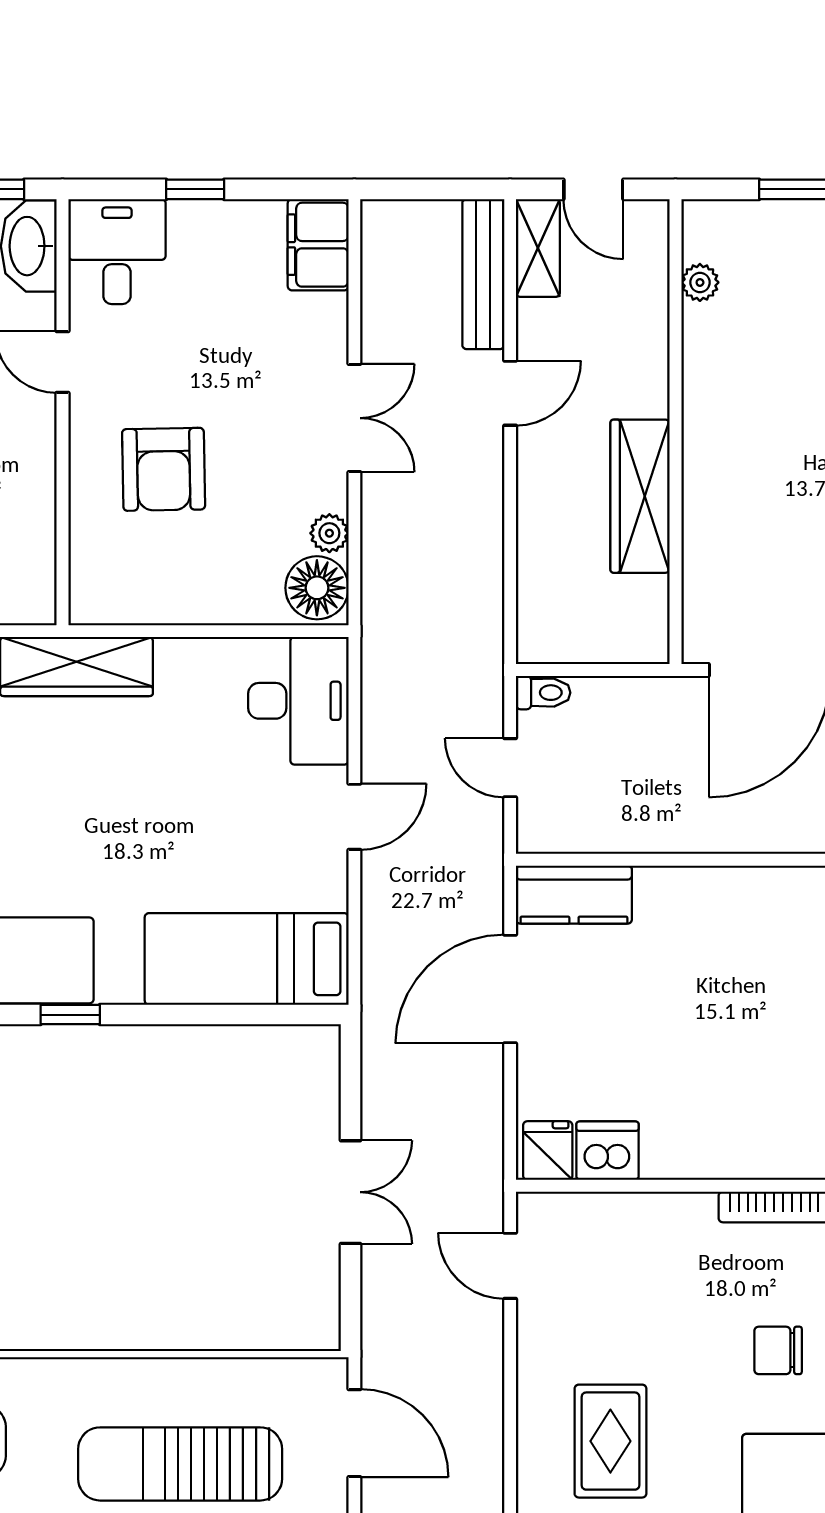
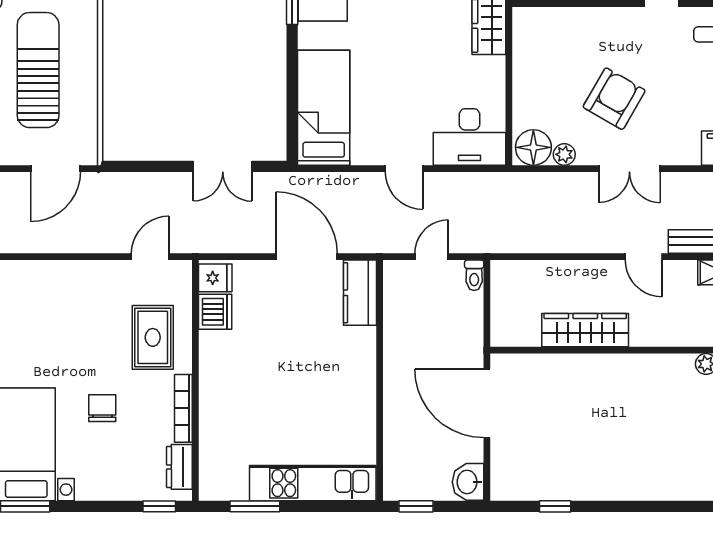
armchair: (164, 469) -> (614, 99), moved, turned 121
double door: (351, 1192) -> (223, 166), moved
rug: (610, 1441) -> (153, 337), moved, turned 90

